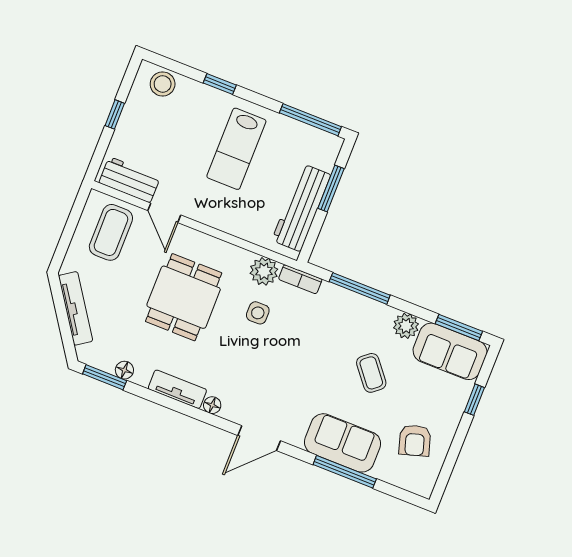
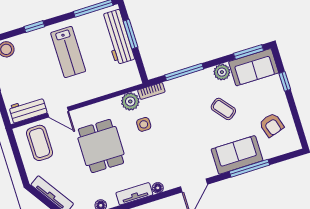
workbench: (301, 208) -> (118, 37), moved

